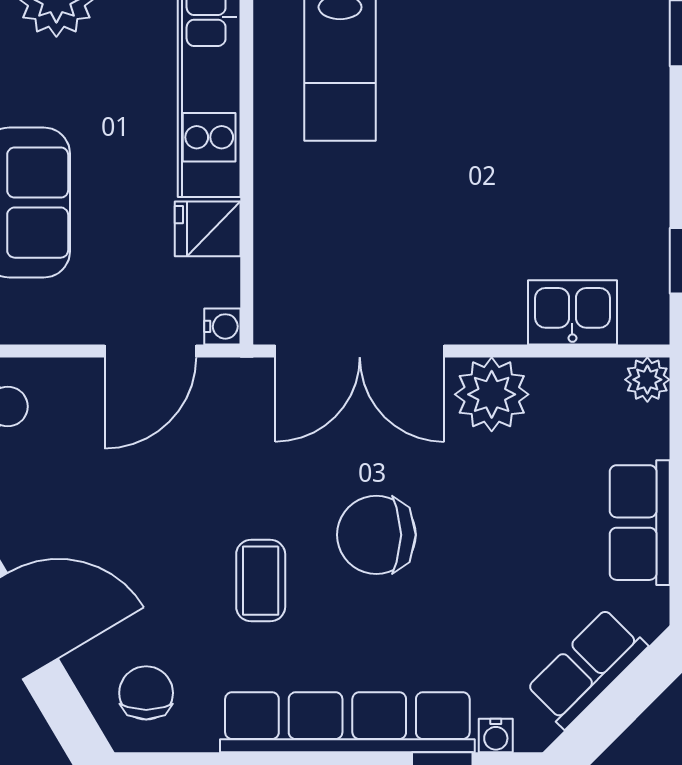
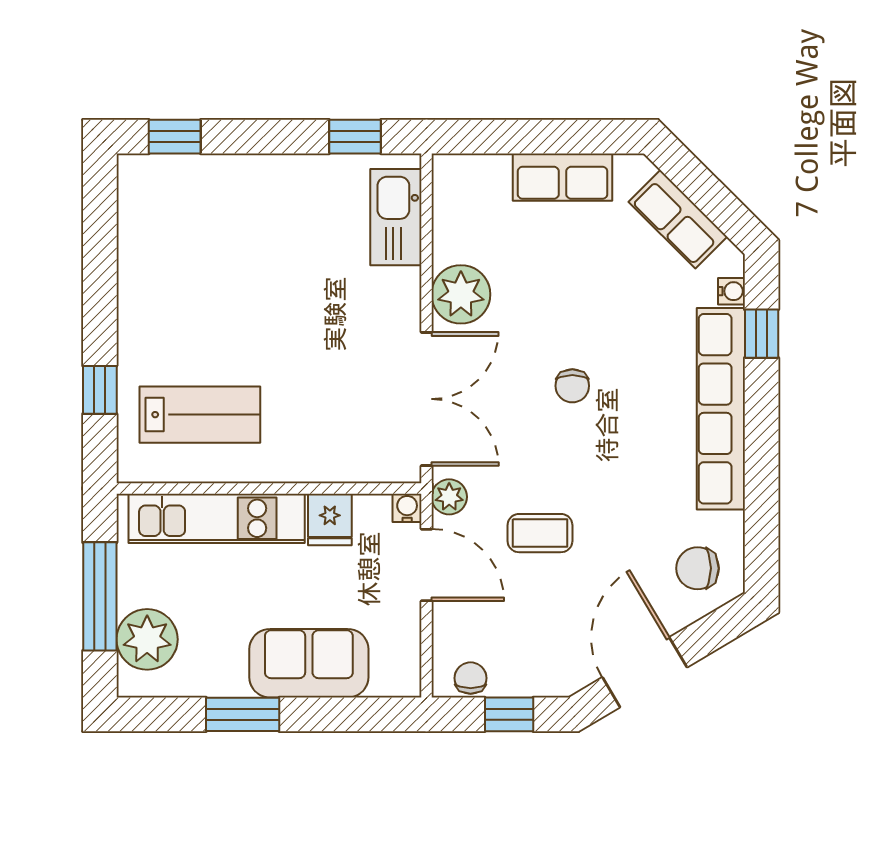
kitchen sink: (572, 312) -> (396, 217), width x1.38
plant: (647, 380) -> (449, 497), moved
chair: (376, 535) -> (572, 386), width x0.54, depth x0.54
coffee table: (261, 581) -> (540, 533), moved

